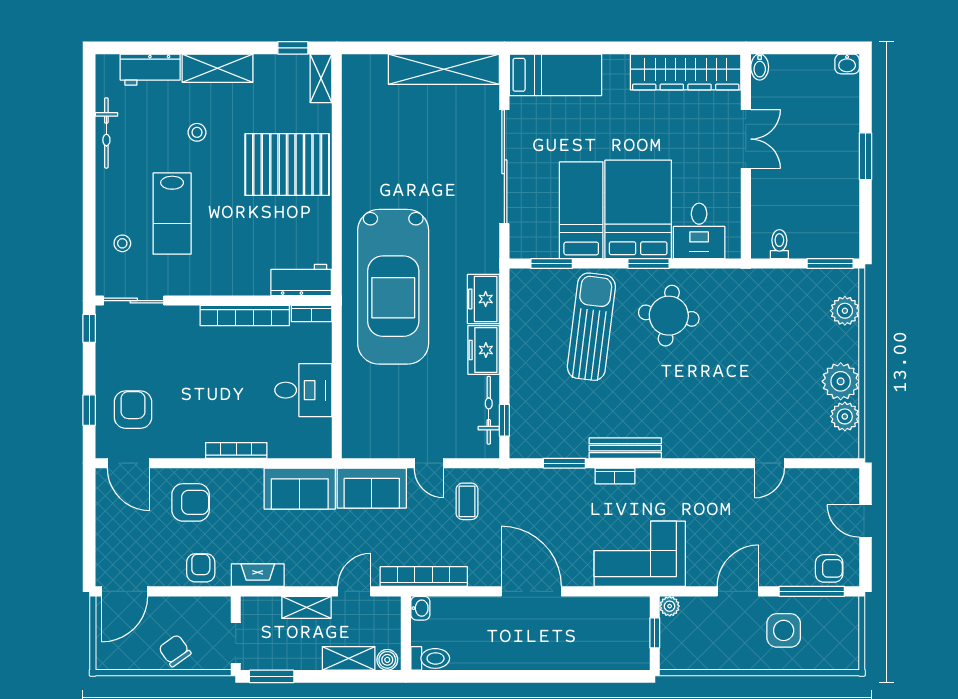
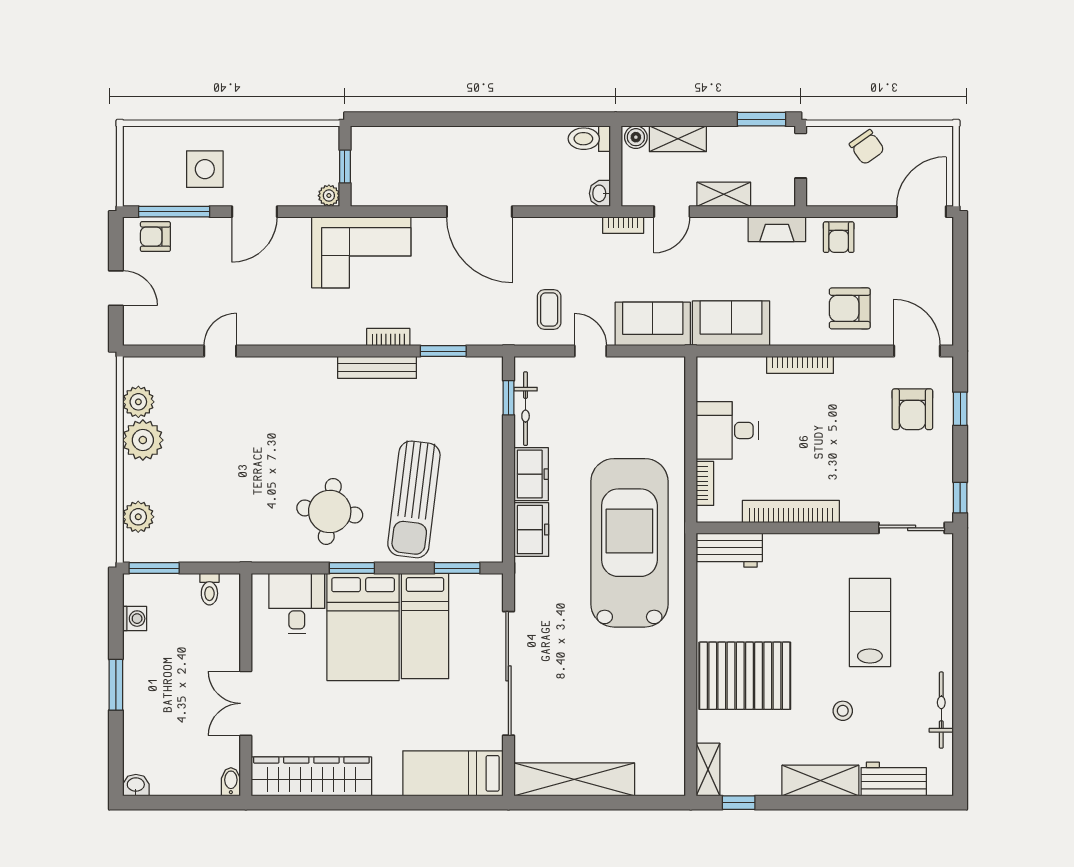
washing machine: (848, 217) -> (135, 619), added
stool: (122, 243) -> (924, 590), removed
bookcase: (312, 314) -> (705, 483), moved, turned 90
bookcase: (424, 577) -> (623, 225), width x0.43, depth x0.76

